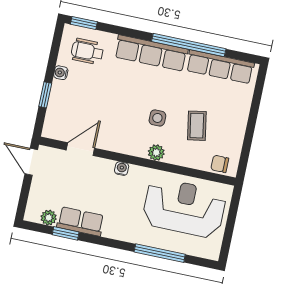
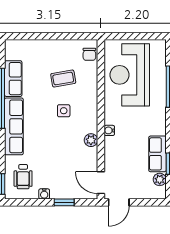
row of seats: (220, 67) -> (13, 79), width x0.68
door: (80, 149) -> (101, 183), moved
plant: (156, 153) -> (91, 140), moved

